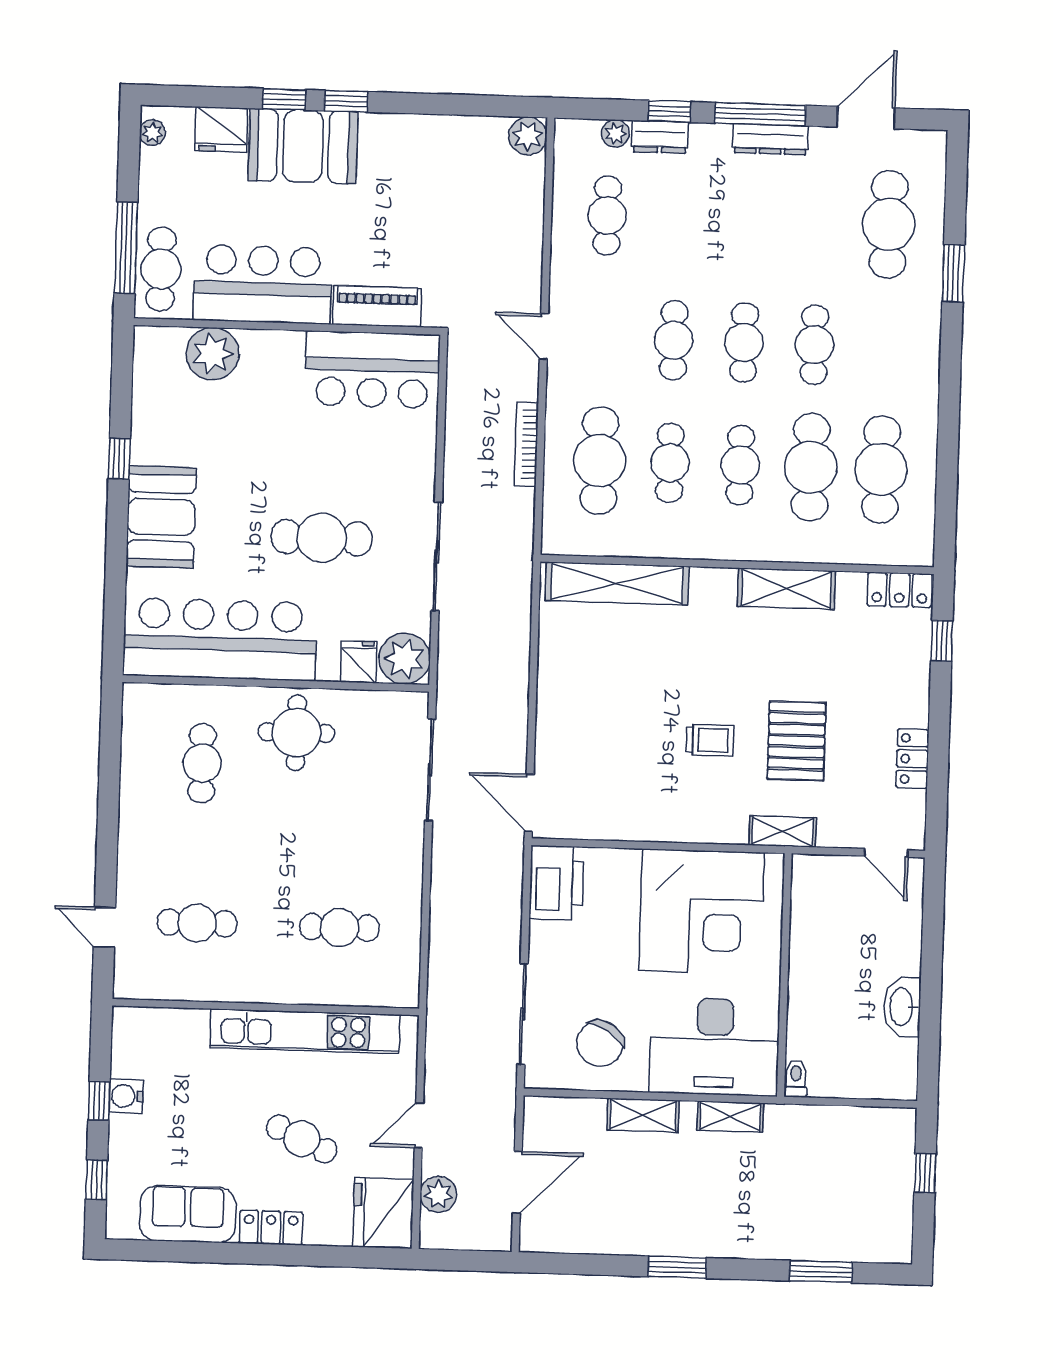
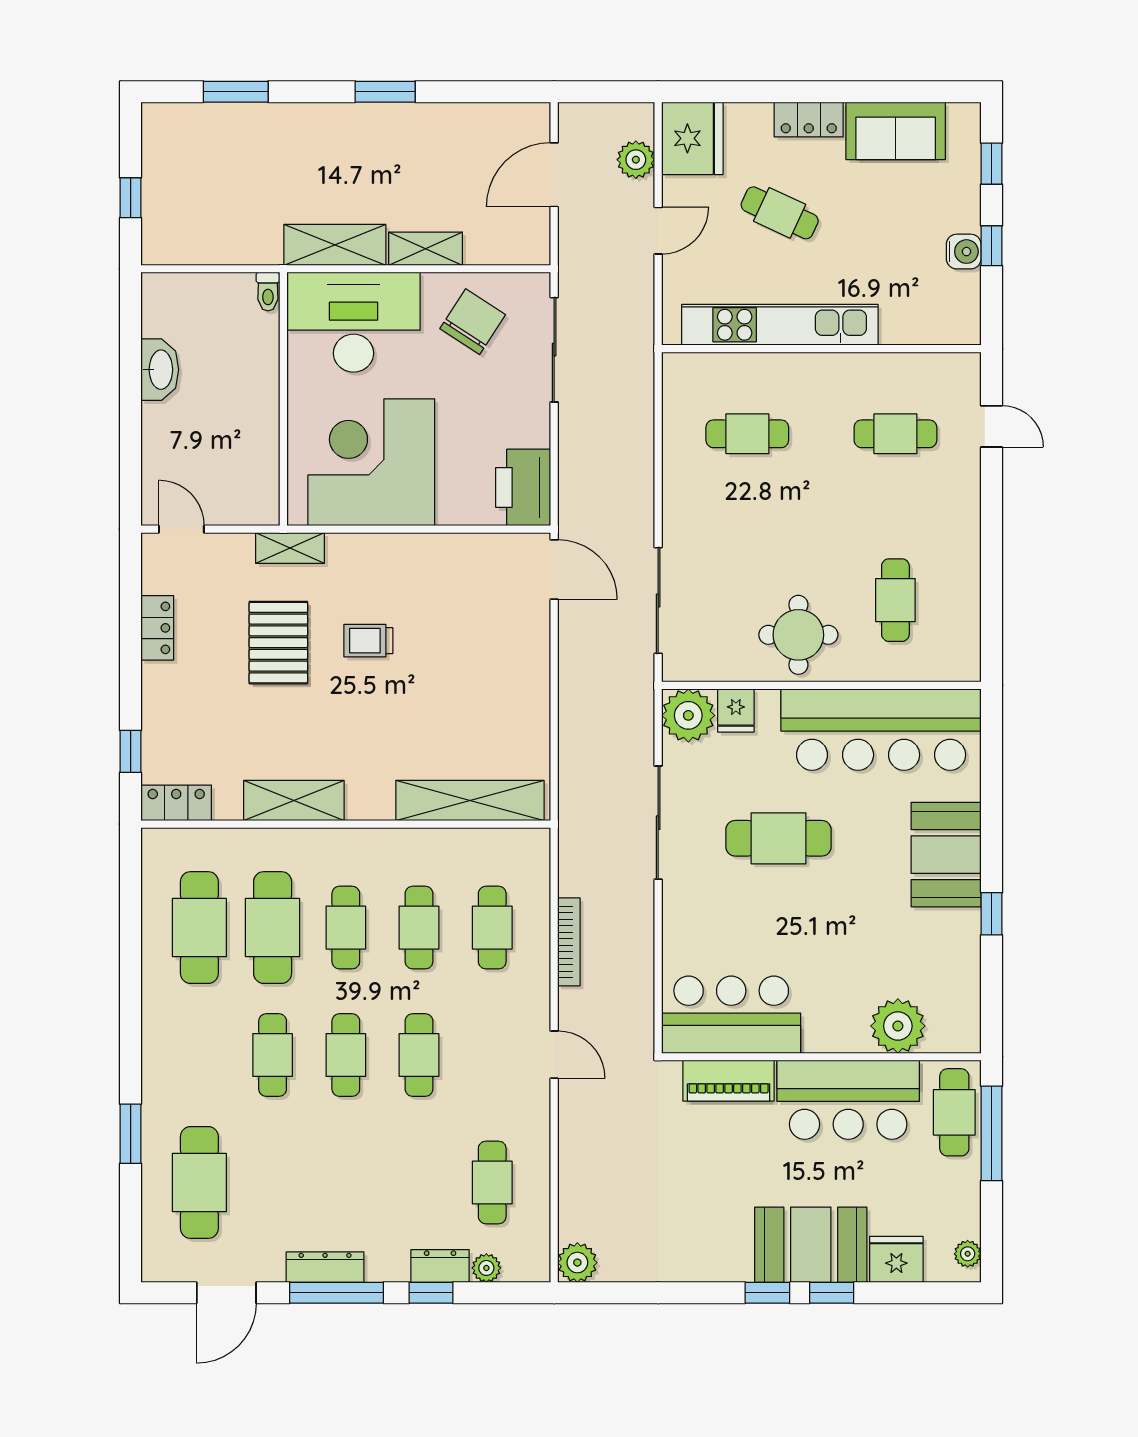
cafe table: (600, 461) -> (492, 928), width x0.73, depth x0.74
shelving: (730, 1117) -> (335, 245), width x1.50, depth x1.33

